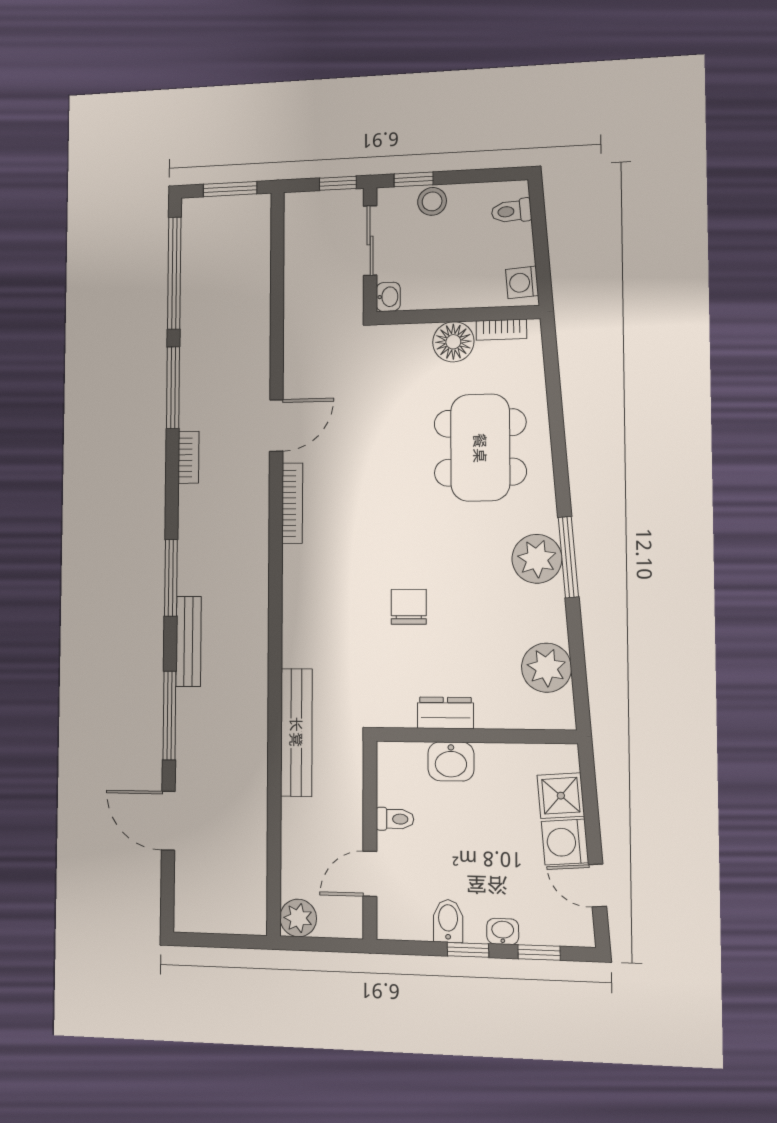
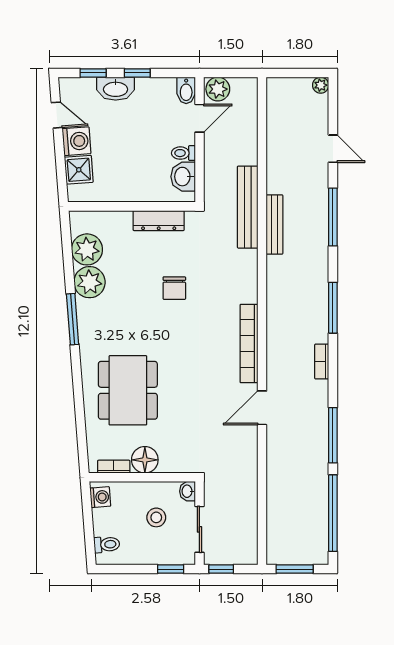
stool: (432, 201) -> (156, 517), moved
bookcase: (188, 457) -> (322, 362), moved
bookcase: (292, 503) -> (249, 343), width x1.48, depth x1.31
plant: (537, 559) -> (90, 282), moved
bench: (188, 641) -> (274, 225), moved
dresser: (445, 713) -> (159, 221), width x1.44
washbasin: (451, 761) -> (183, 177), moved, turned -90
door: (168, 821) -> (333, 149), width x0.73
plant: (298, 918) -> (218, 89), moved
plant: (185, 920) -> (321, 85), added
bidet: (448, 921) -> (186, 90), moved
washbasin: (503, 931) -> (116, 89), width x1.91, depth x1.45

